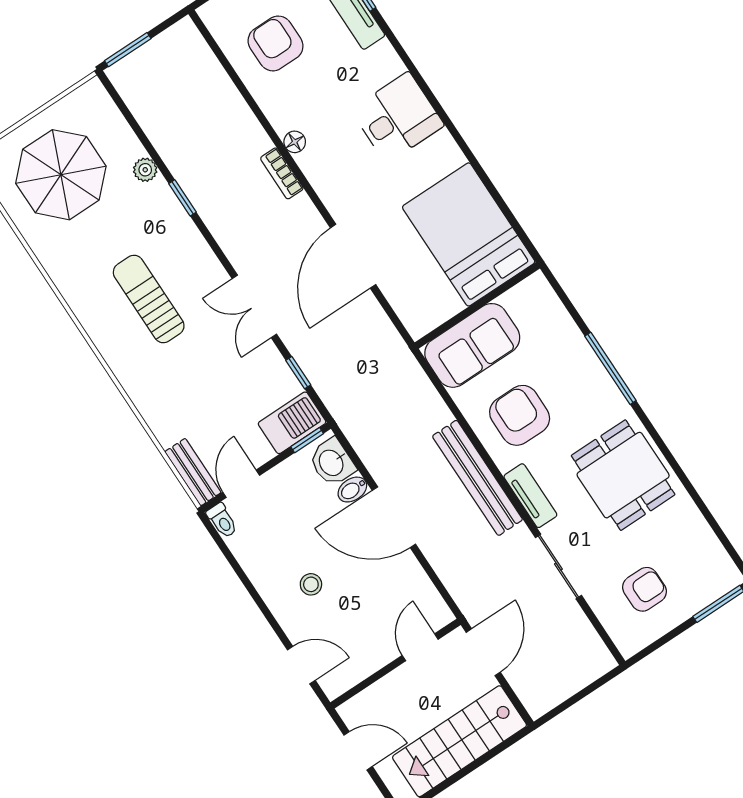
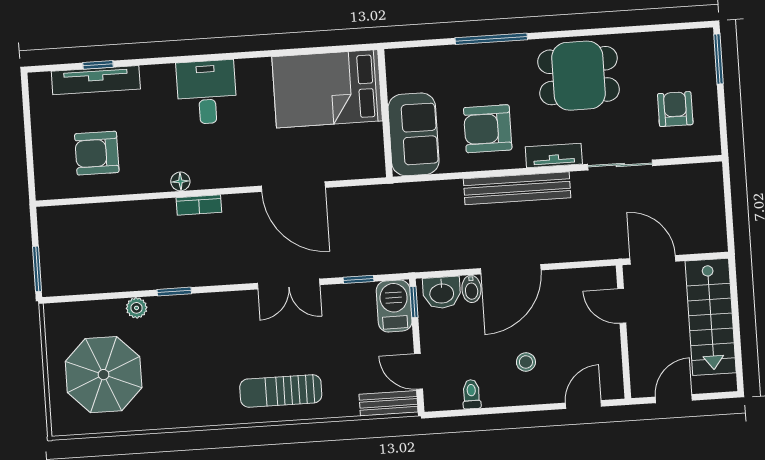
sun lounger: (149, 299) -> (281, 391), moved
toilet: (222, 521) -> (471, 394), moved, turned -90

